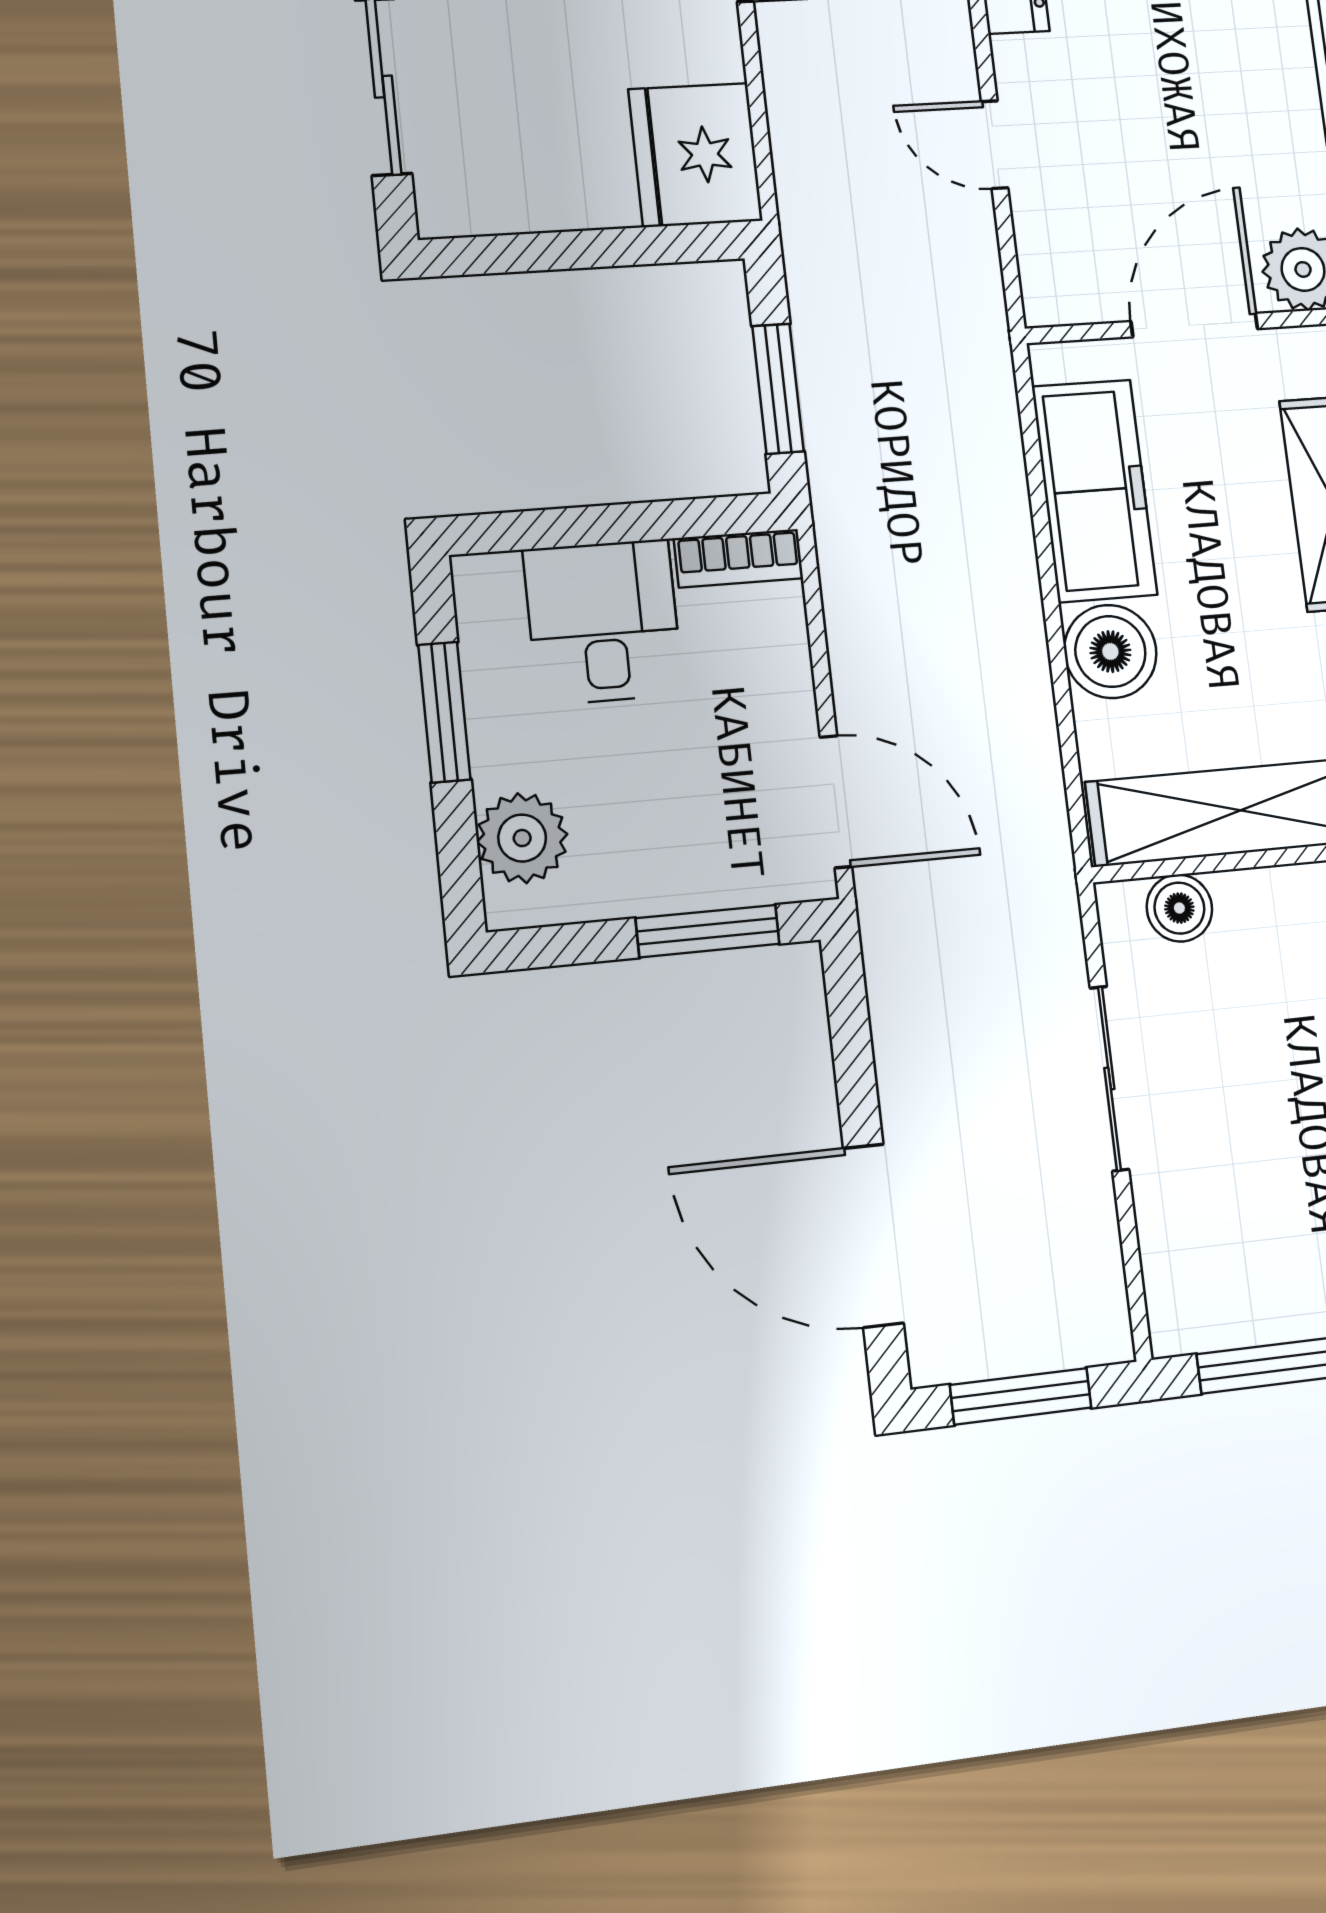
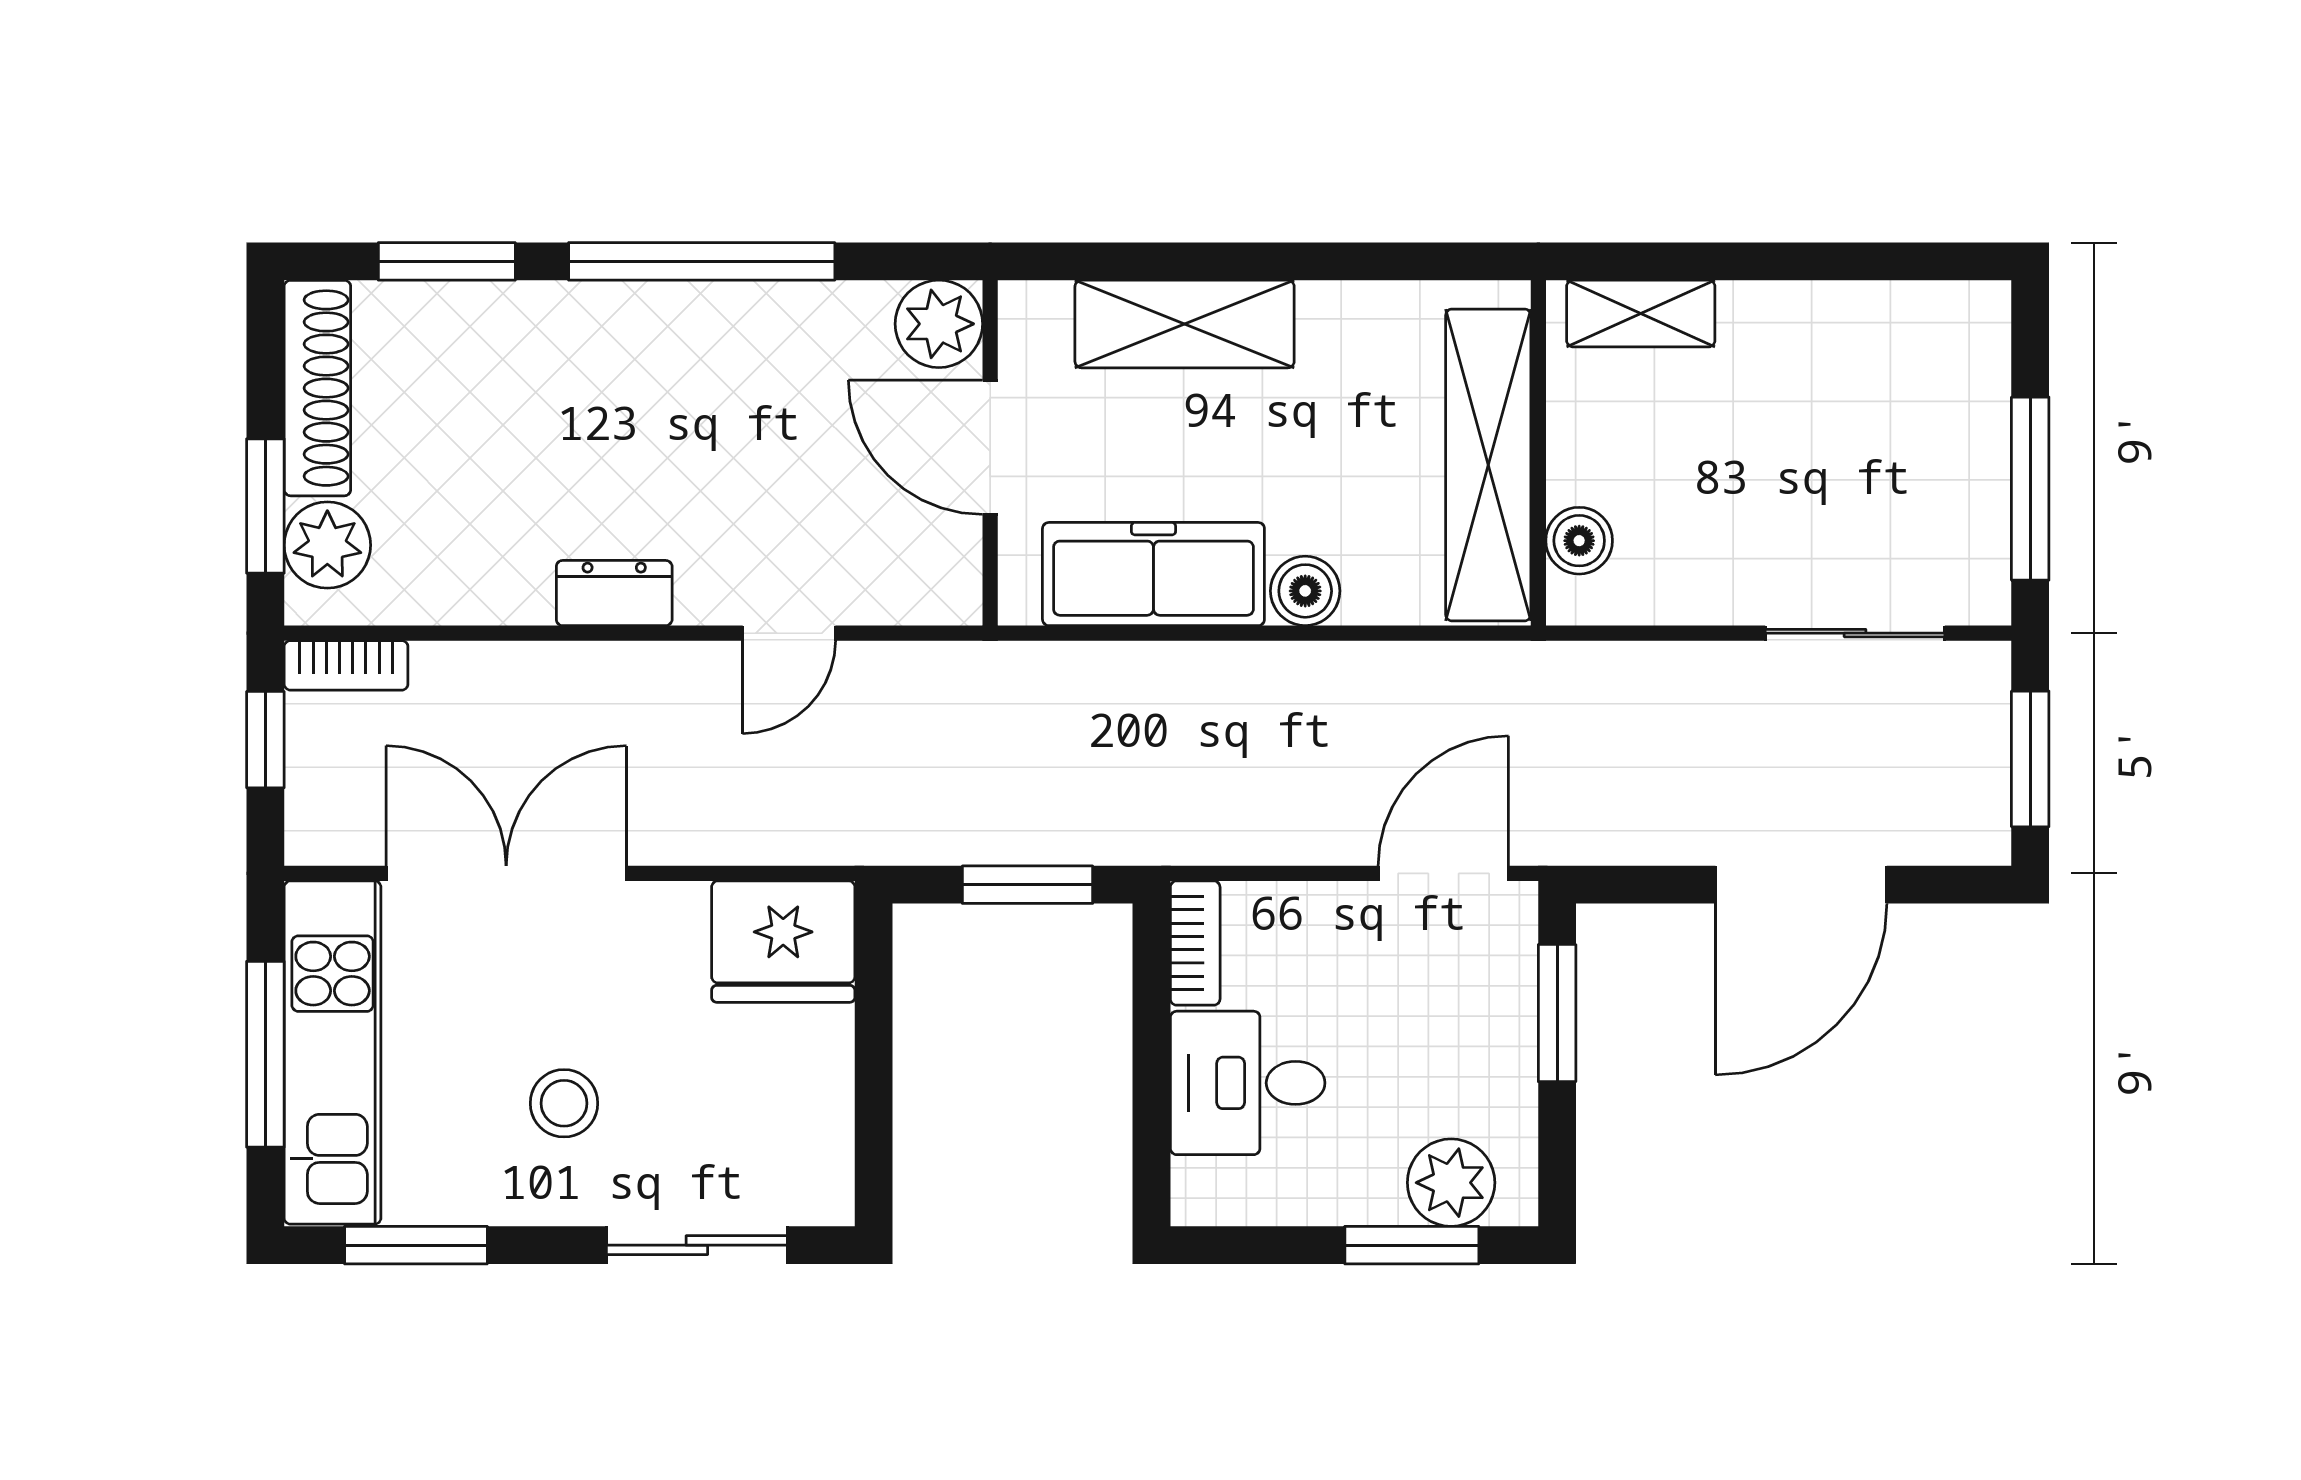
boiler: (1110, 652) -> (1305, 591), width x0.73, depth x0.73
window: (444, 712) -> (1412, 1245), moved
sliding door: (1109, 1078) -> (1855, 633), moved
door: (873, 1236) -> (1801, 885), moved

